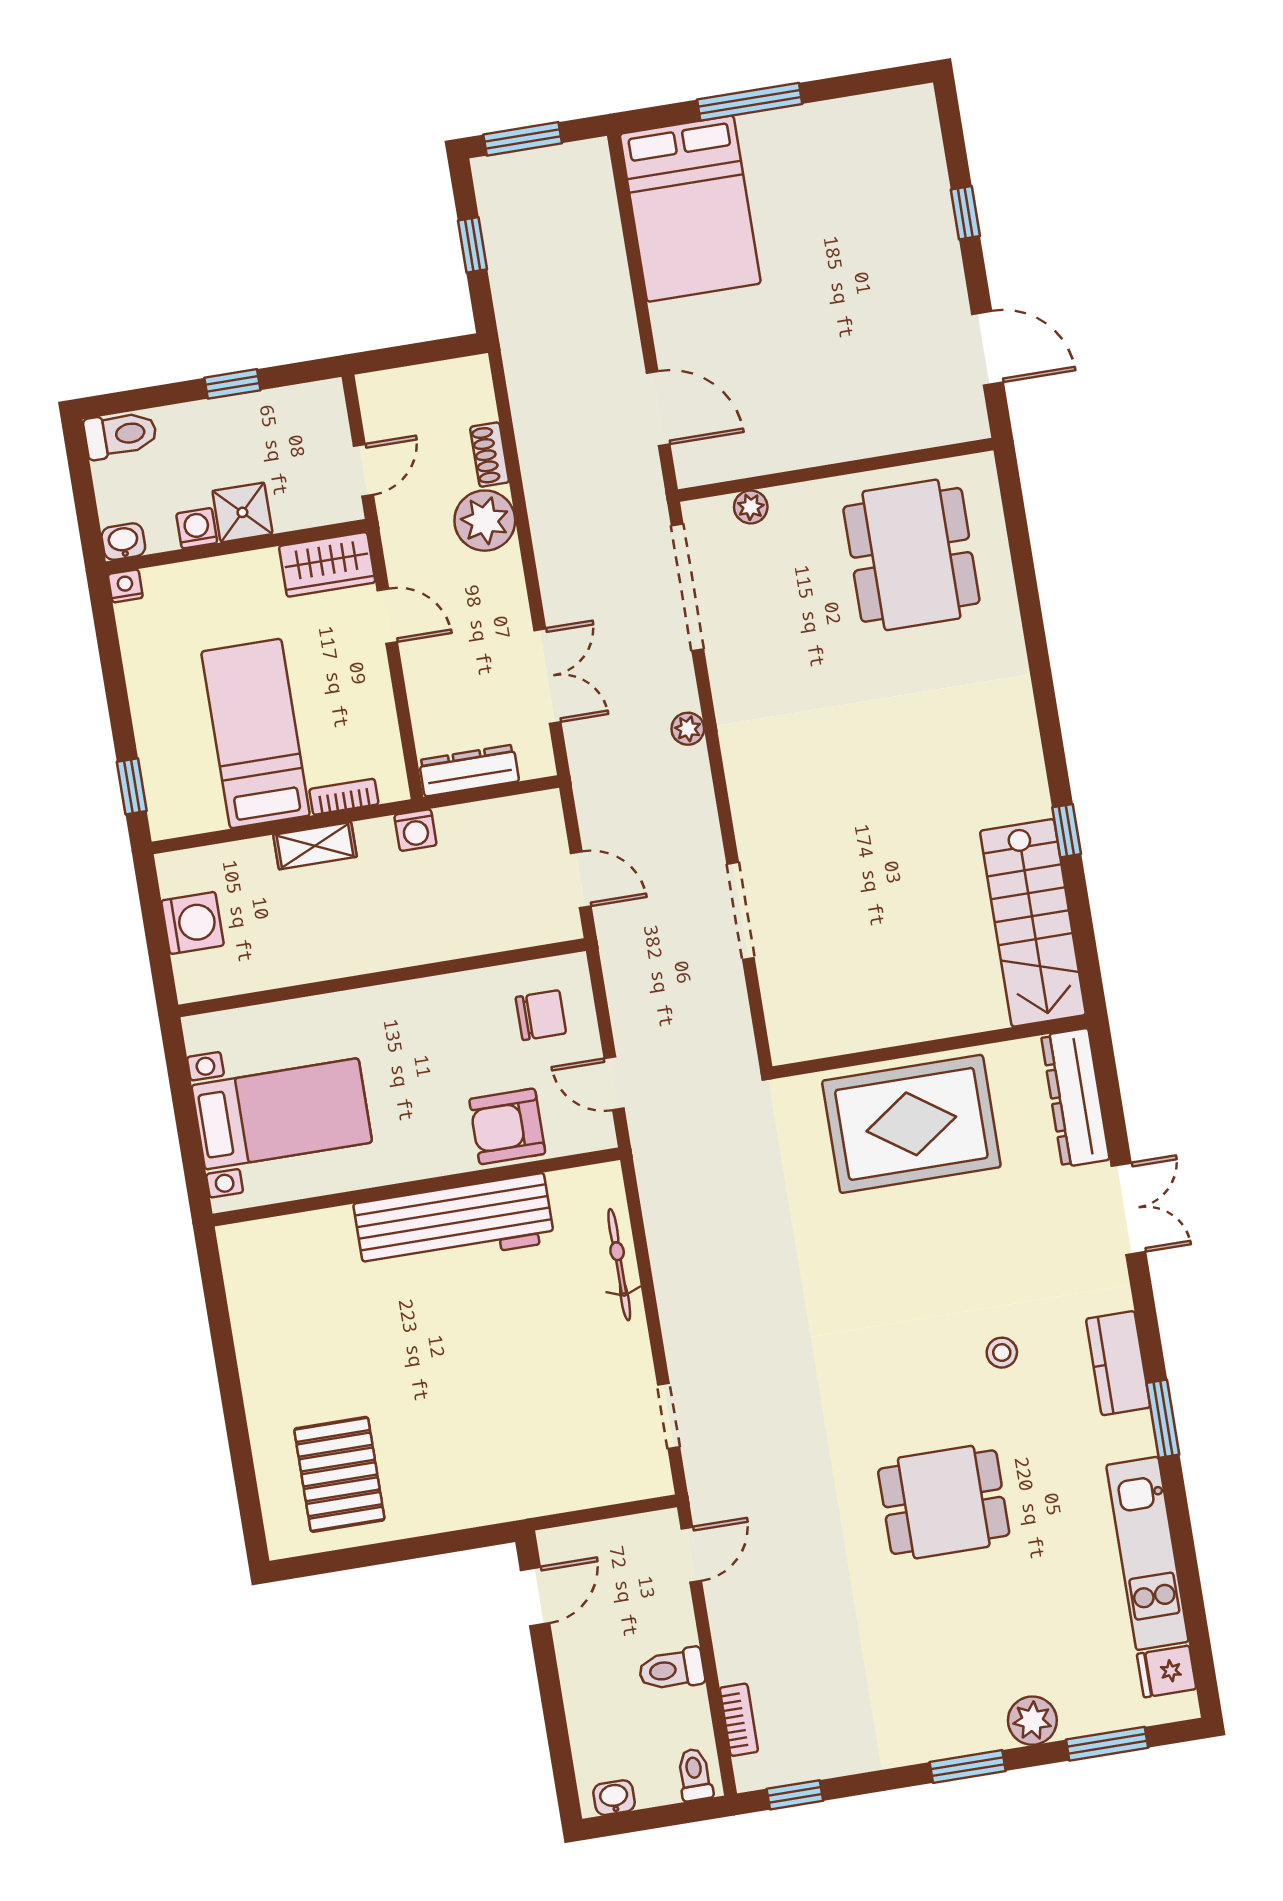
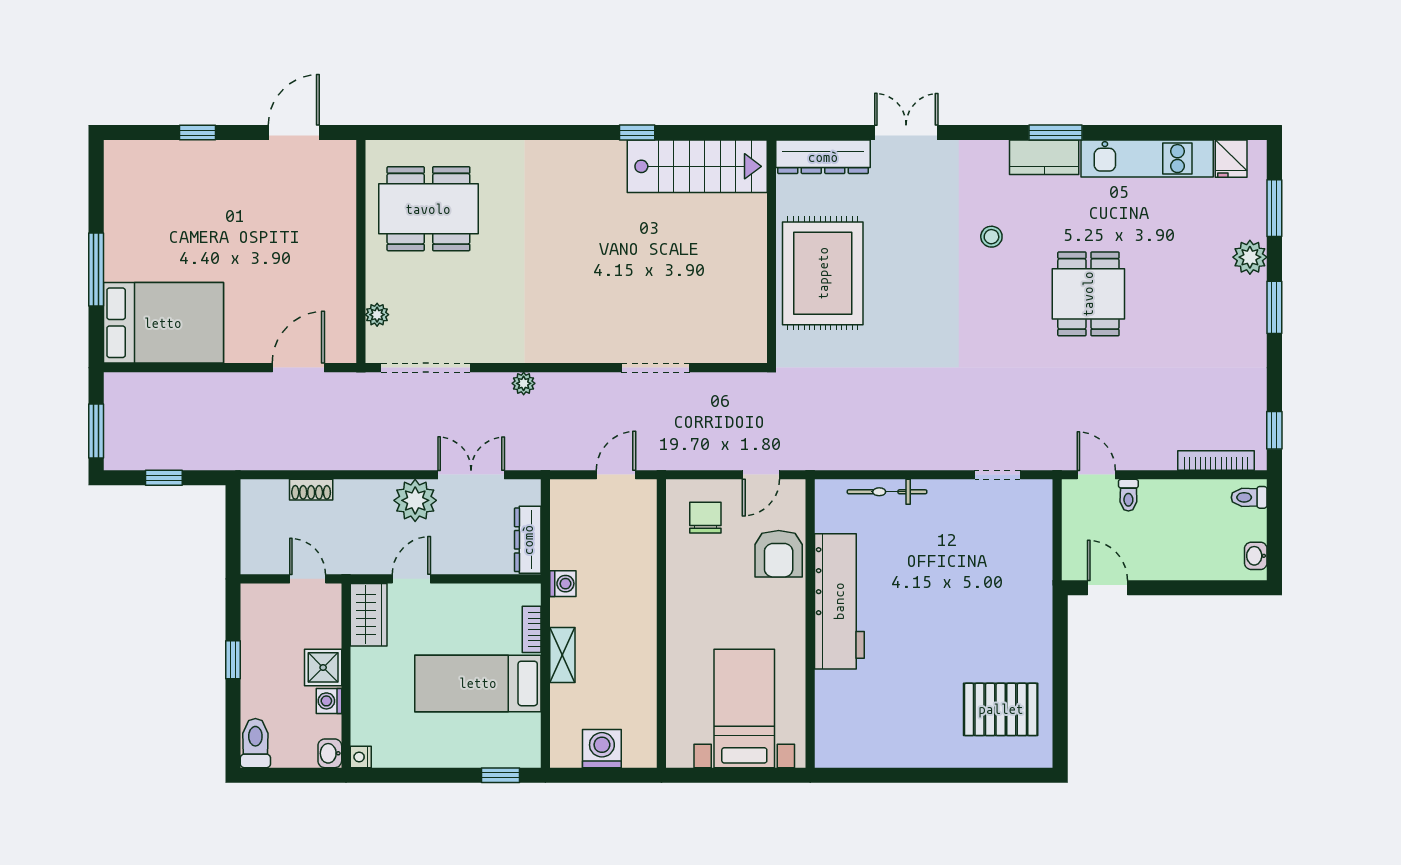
plant: (485, 521) -> (415, 500), moved
kitchen counter: (1118, 1363) -> (1044, 157), moved
toilet: (672, 1669) -> (1128, 495), moved, width x0.73, depth x0.72
bookcase: (739, 1720) -> (1216, 460), width x1.56

